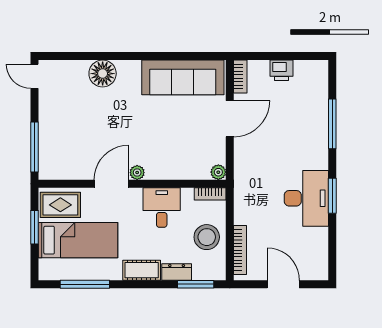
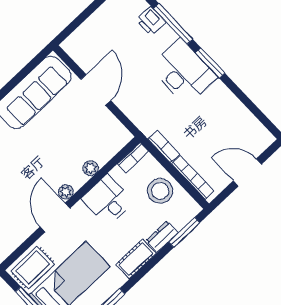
printer: (282, 70) -> (151, 21), moved, turned 90
bookcase: (240, 76) -> (164, 147), moved
plant: (218, 172) -> (91, 168), moved
window: (332, 196) -> (210, 63), moved
desk: (306, 198) -> (183, 72), moved

